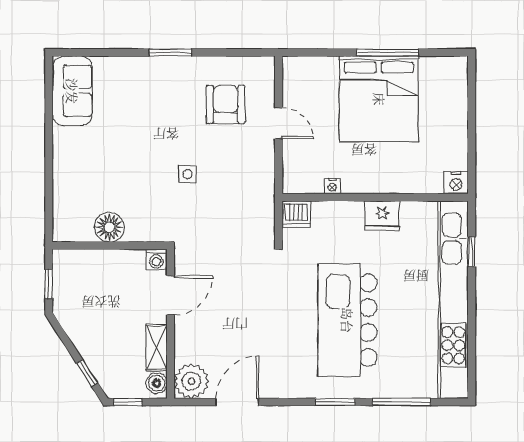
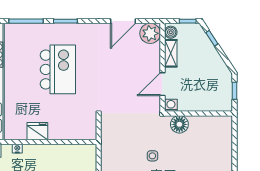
nightstand: (332, 186) -> (17, 149), moved
dishwasher: (296, 214) -> (88, 132), removed
floor lamp: (109, 227) -> (179, 124), moved
kitchen island: (347, 320) -> (58, 69), width x0.73

